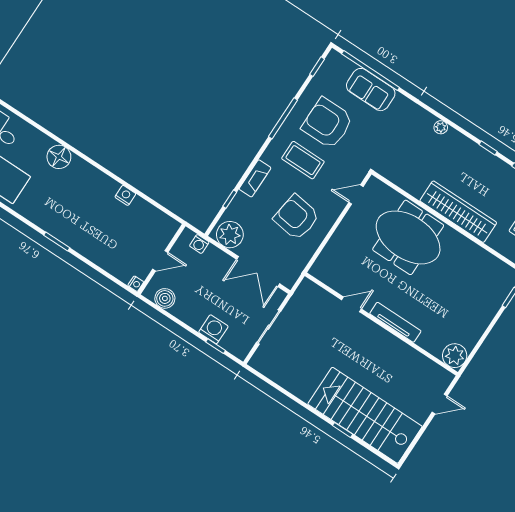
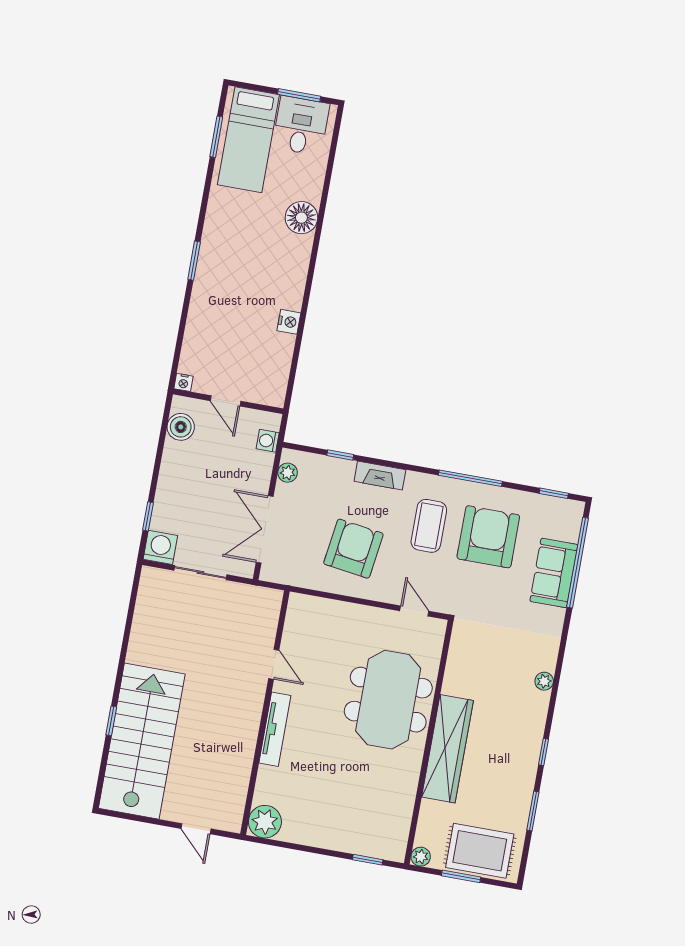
plant: (230, 235) -> (288, 473), width x0.53, depth x0.53
washing machine: (213, 329) -> (160, 547), moved, turned -90

